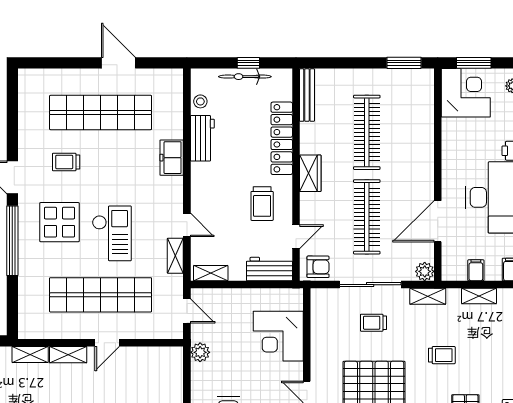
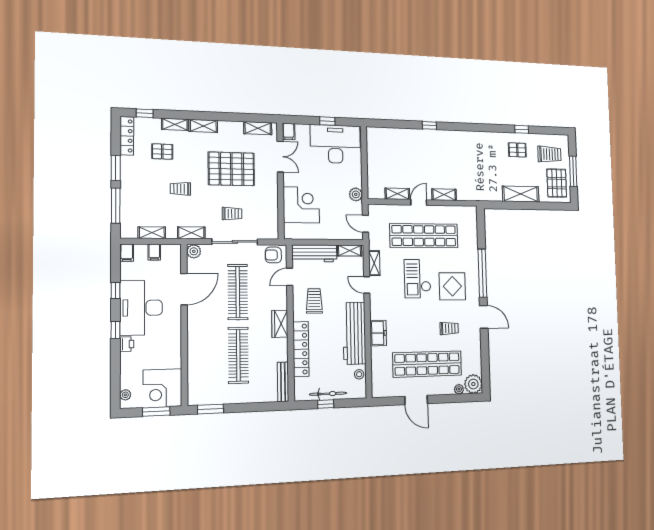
plant: (54, 75) -> (459, 389), added
plant: (32, 82) -> (473, 384), added
workbench: (202, 138) -> (354, 333), width x1.88, depth x1.32
workbench: (269, 269) -> (314, 253), width x1.38
shelving: (30, 354) -> (397, 194), moved

